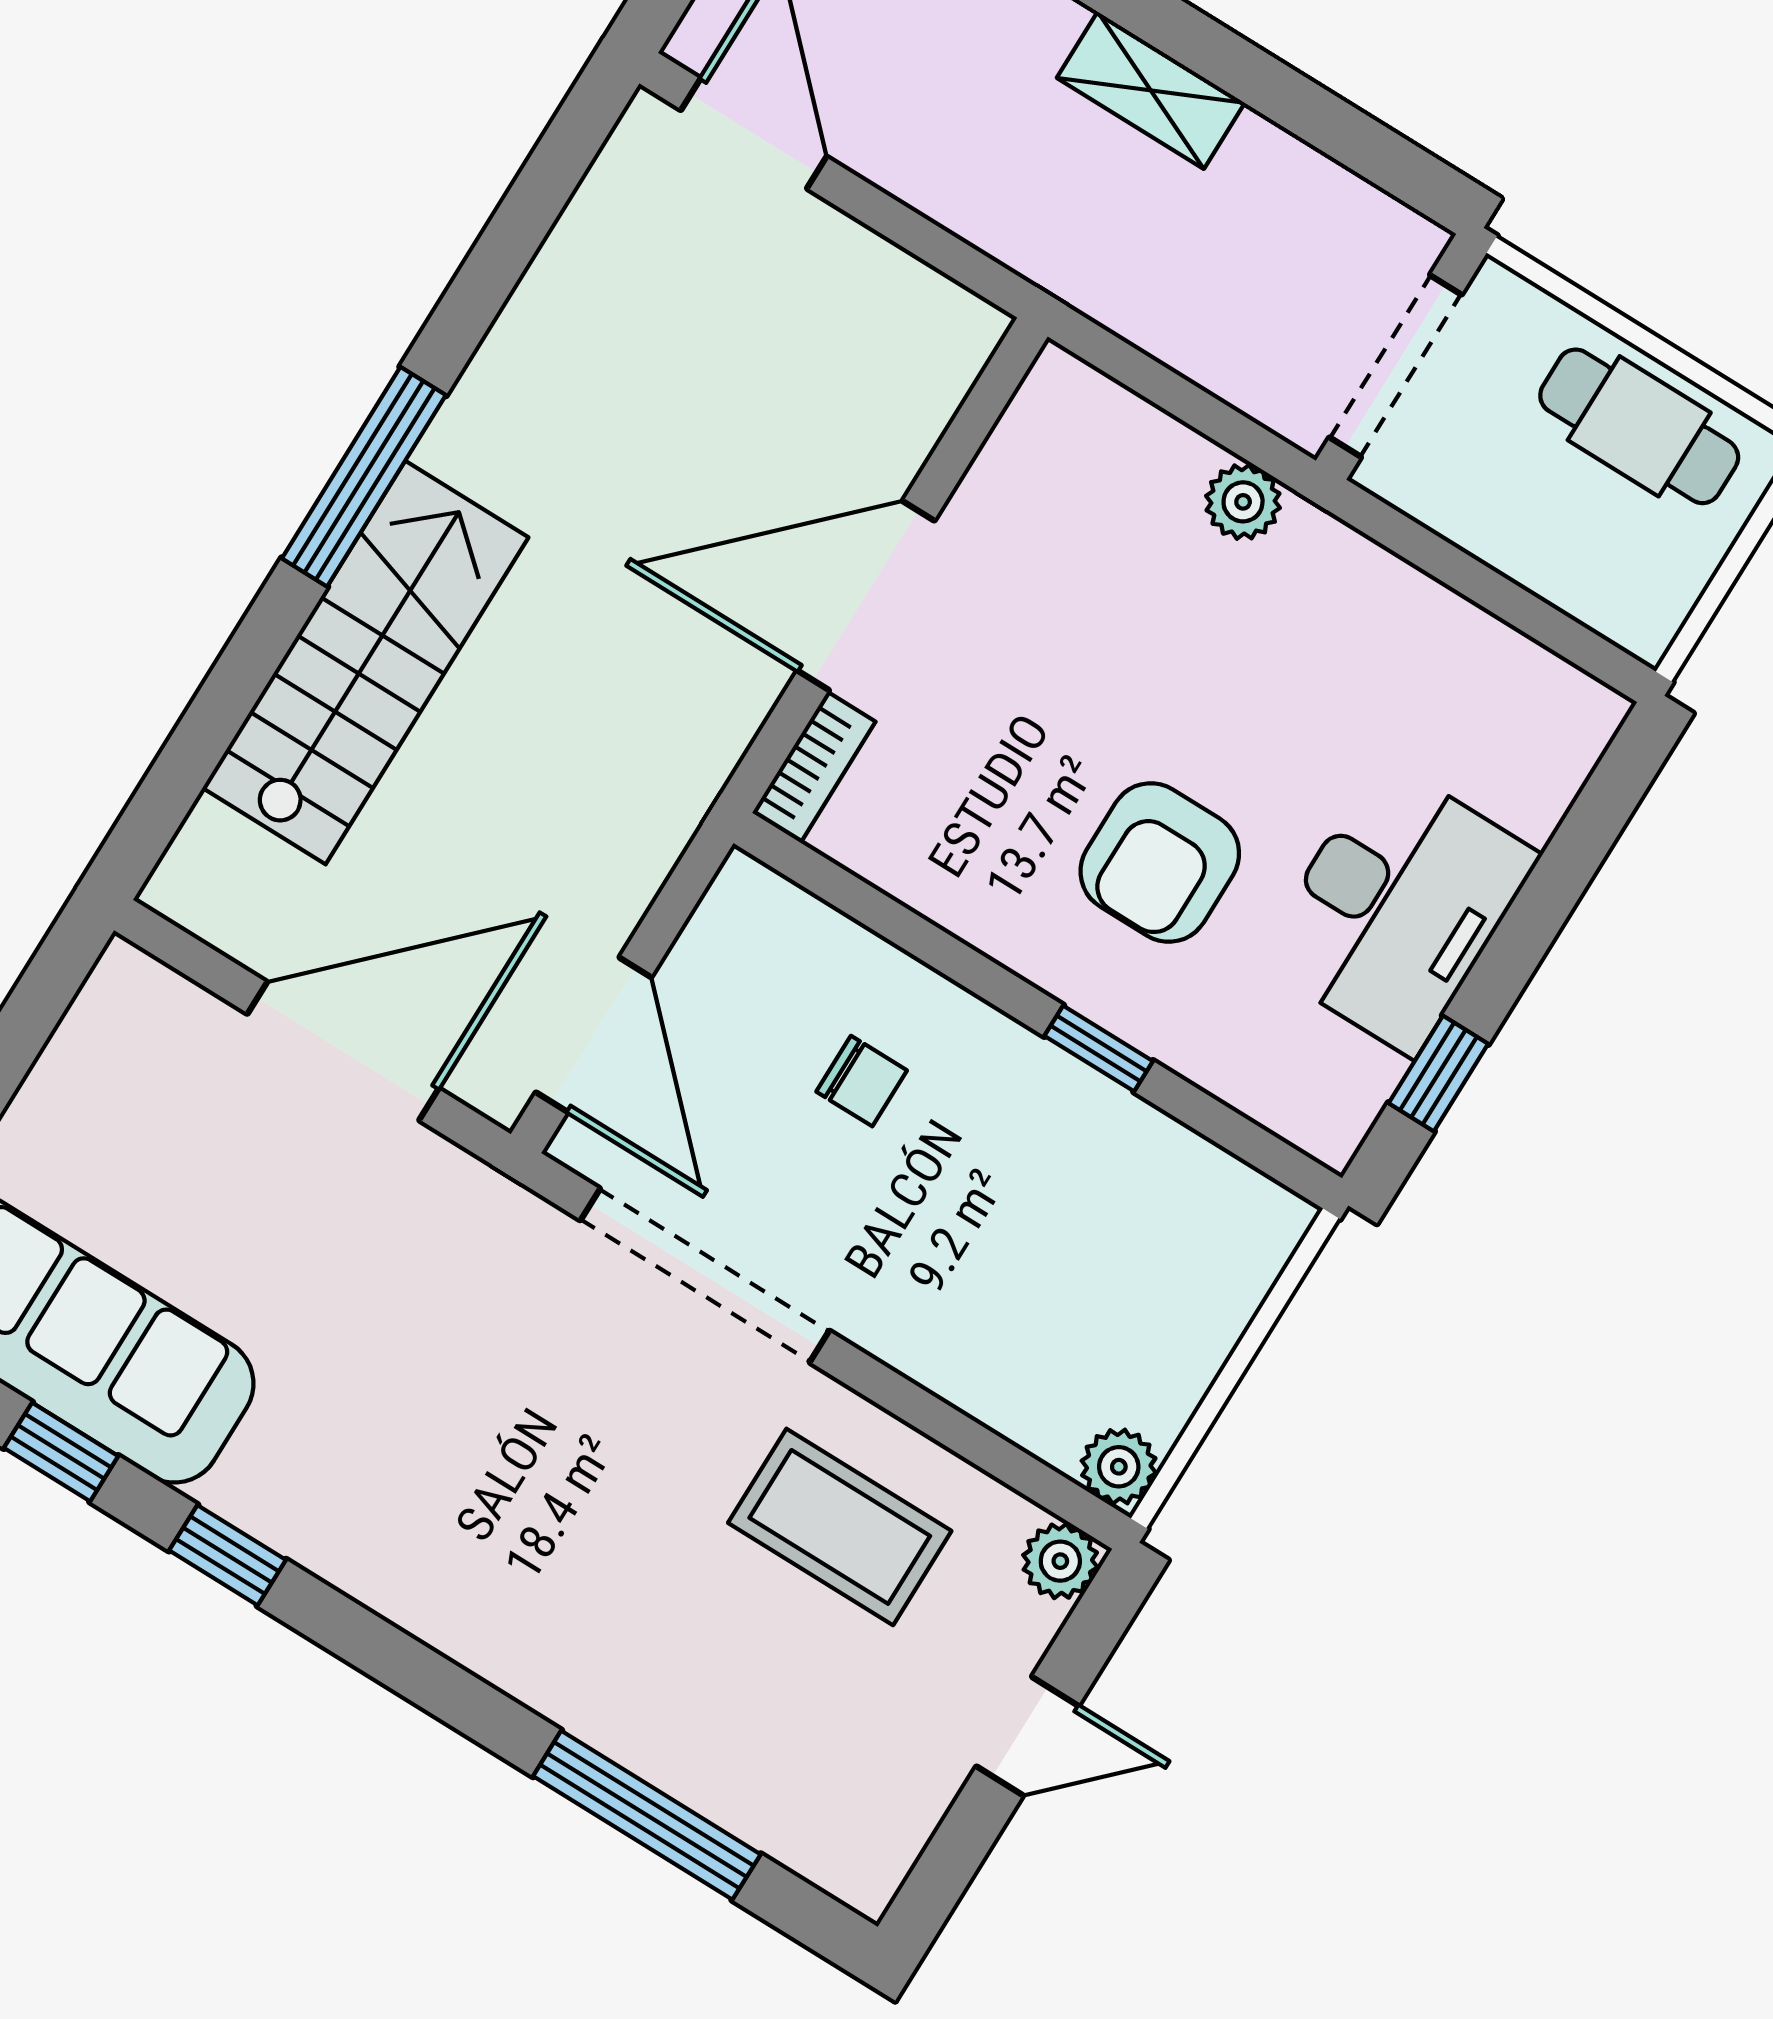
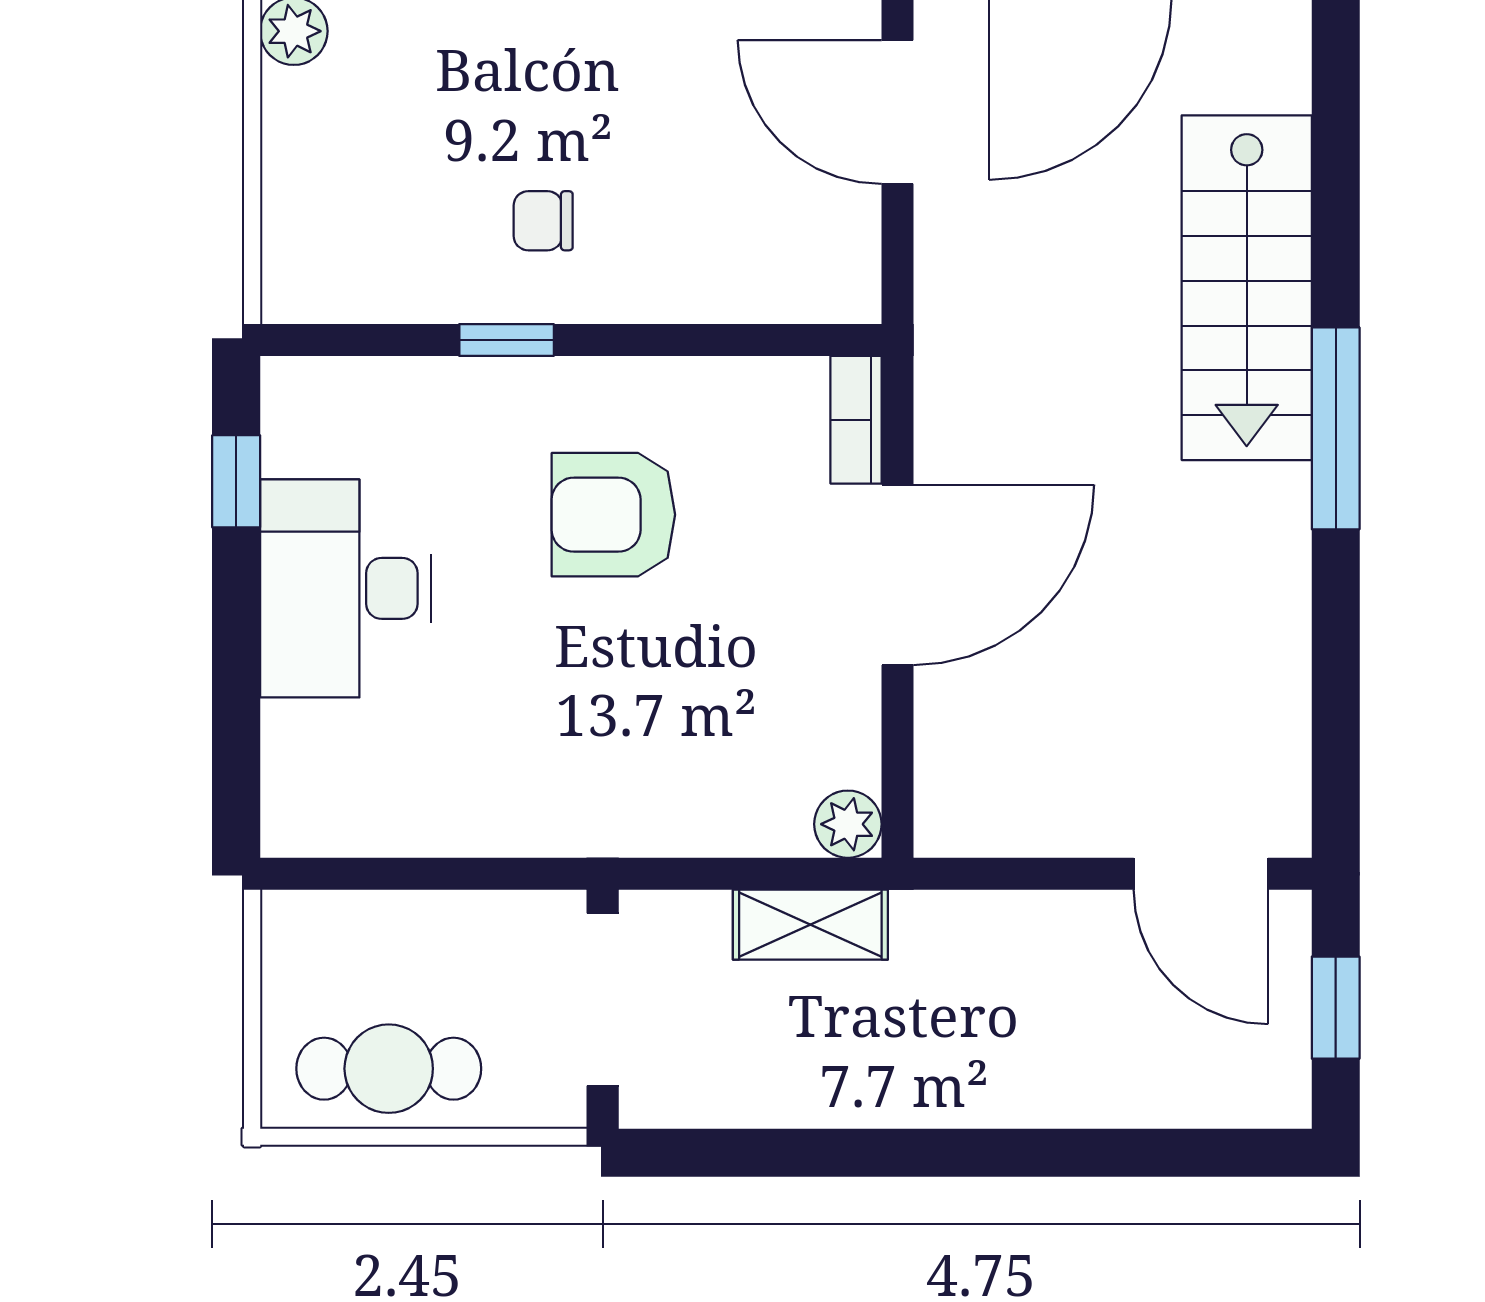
shelving: (1151, 90) -> (810, 925), moved
plant: (1243, 502) -> (848, 824), moved
armchair: (1160, 862) -> (613, 515), moved, turned -90
chair: (862, 1081) -> (543, 221), moved

